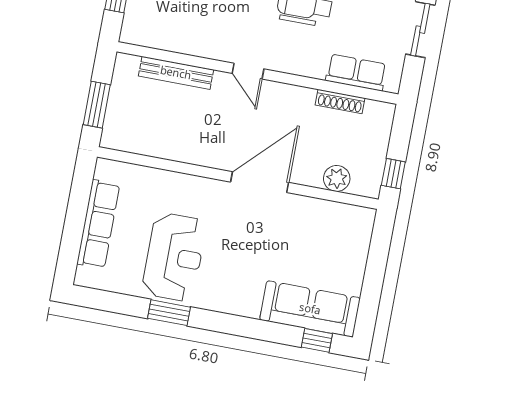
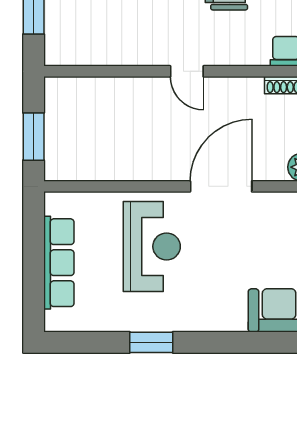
bench: (176, 73) -> (111, 87), removed
reception desk: (174, 257) -> (152, 246), moved

